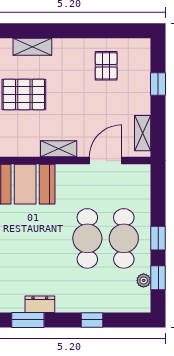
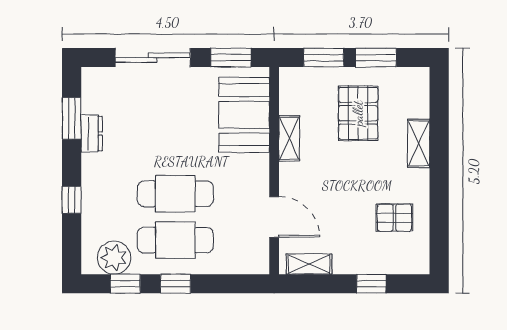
shelving: (32, 47) -> (419, 143), moved
shelving: (59, 149) -> (289, 138), moved
plant: (144, 280) -> (114, 258), width x1.87, depth x1.87

